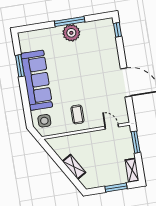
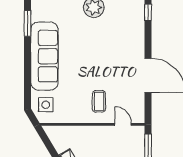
window: (20, 66) -> (28, 23), moved
coffee table: (77, 114) -> (99, 101), moved

